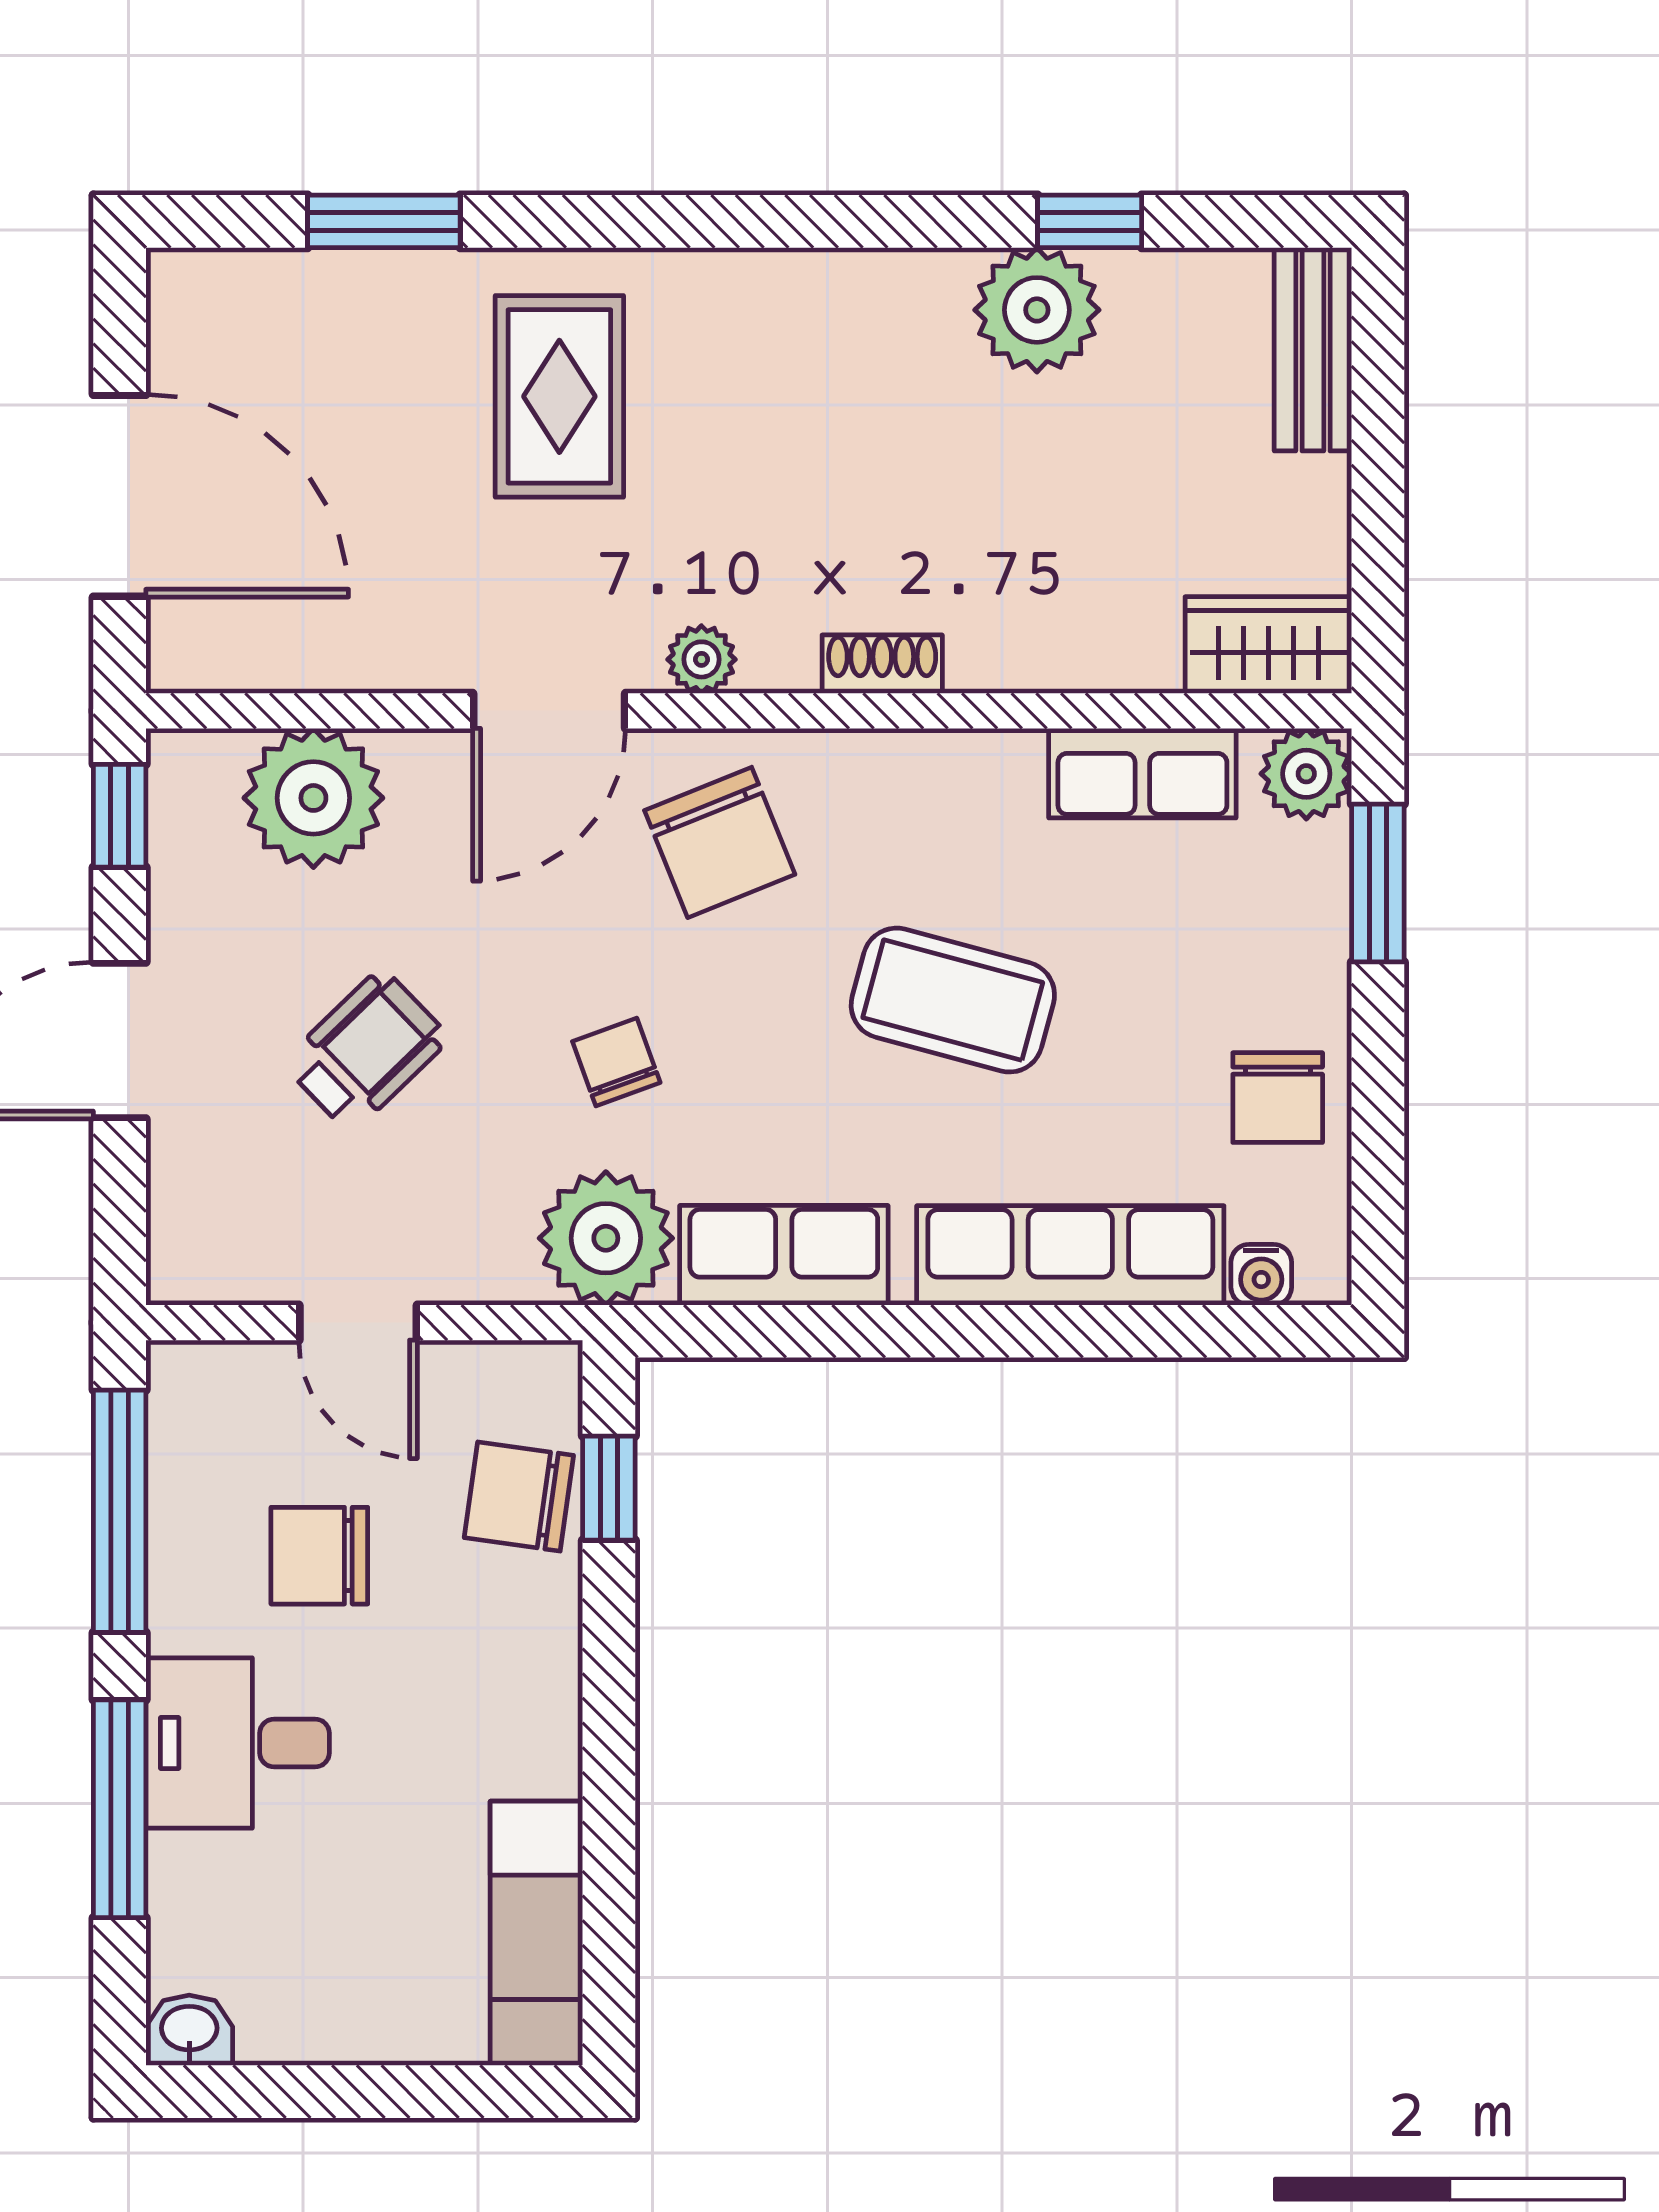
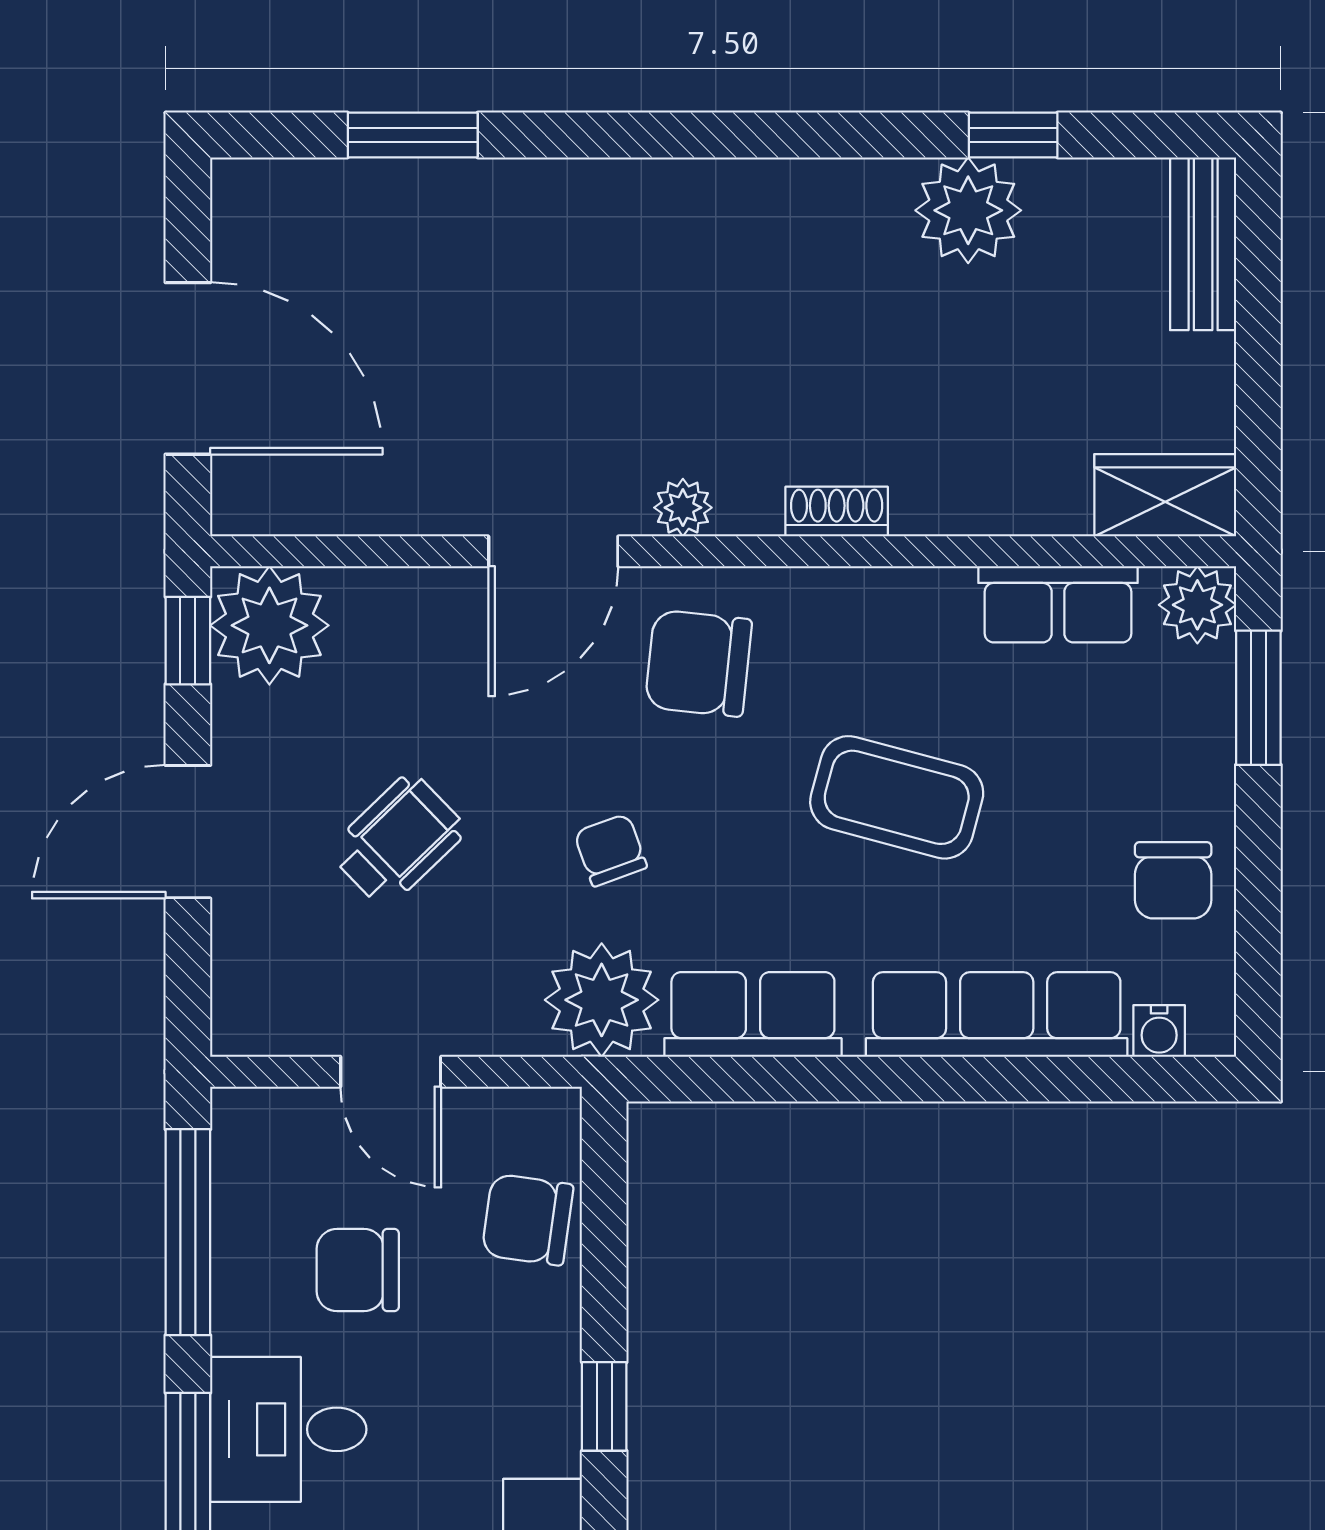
rug: (559, 396) -> (562, 284), removed
plant: (313, 798) -> (269, 625), moved
chair: (720, 842) -> (698, 663), turned 118
window: (609, 1488) -> (604, 1406), moved

